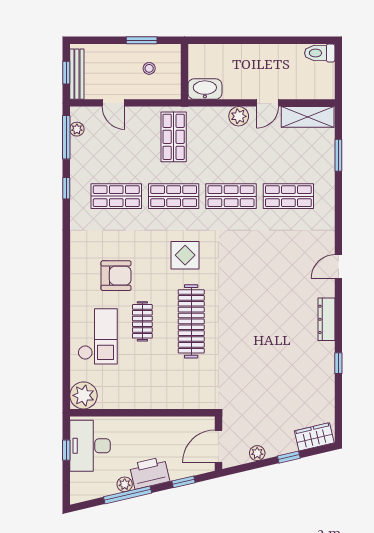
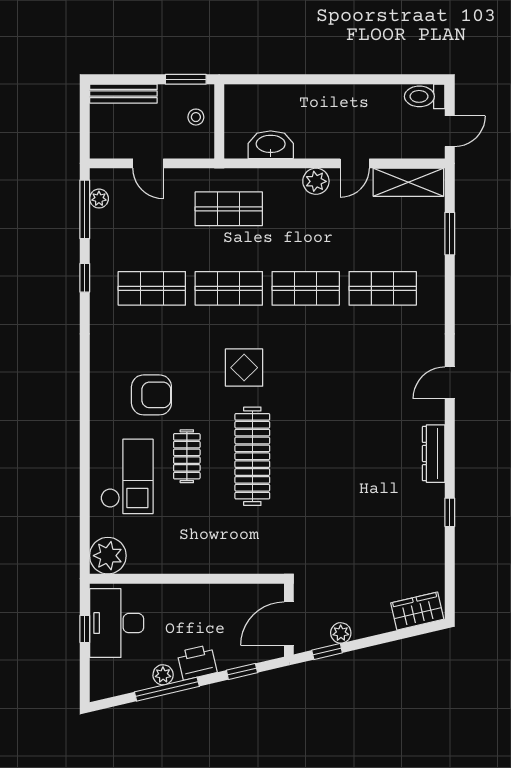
wall: (184, 72) -> (219, 121), moved
window: (66, 73) -> (85, 123), removed
bench: (77, 74) -> (123, 94), moved, turned 90
door: (338, 79) -> (450, 131), added
shop shelf: (174, 137) -> (229, 209), turned 90
window: (289, 457) -> (327, 652), moved
printer: (150, 473) -> (197, 662), width x0.73, depth x0.84

